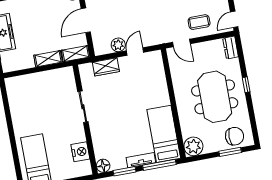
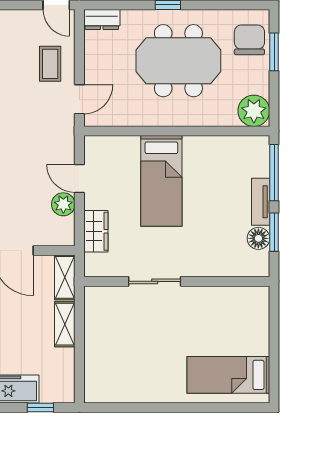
bed: (164, 134) -> (161, 181), moved, turned -90
nightstand: (80, 152) -> (228, 299), removed
floor lamp: (103, 166) -> (258, 238), moved

